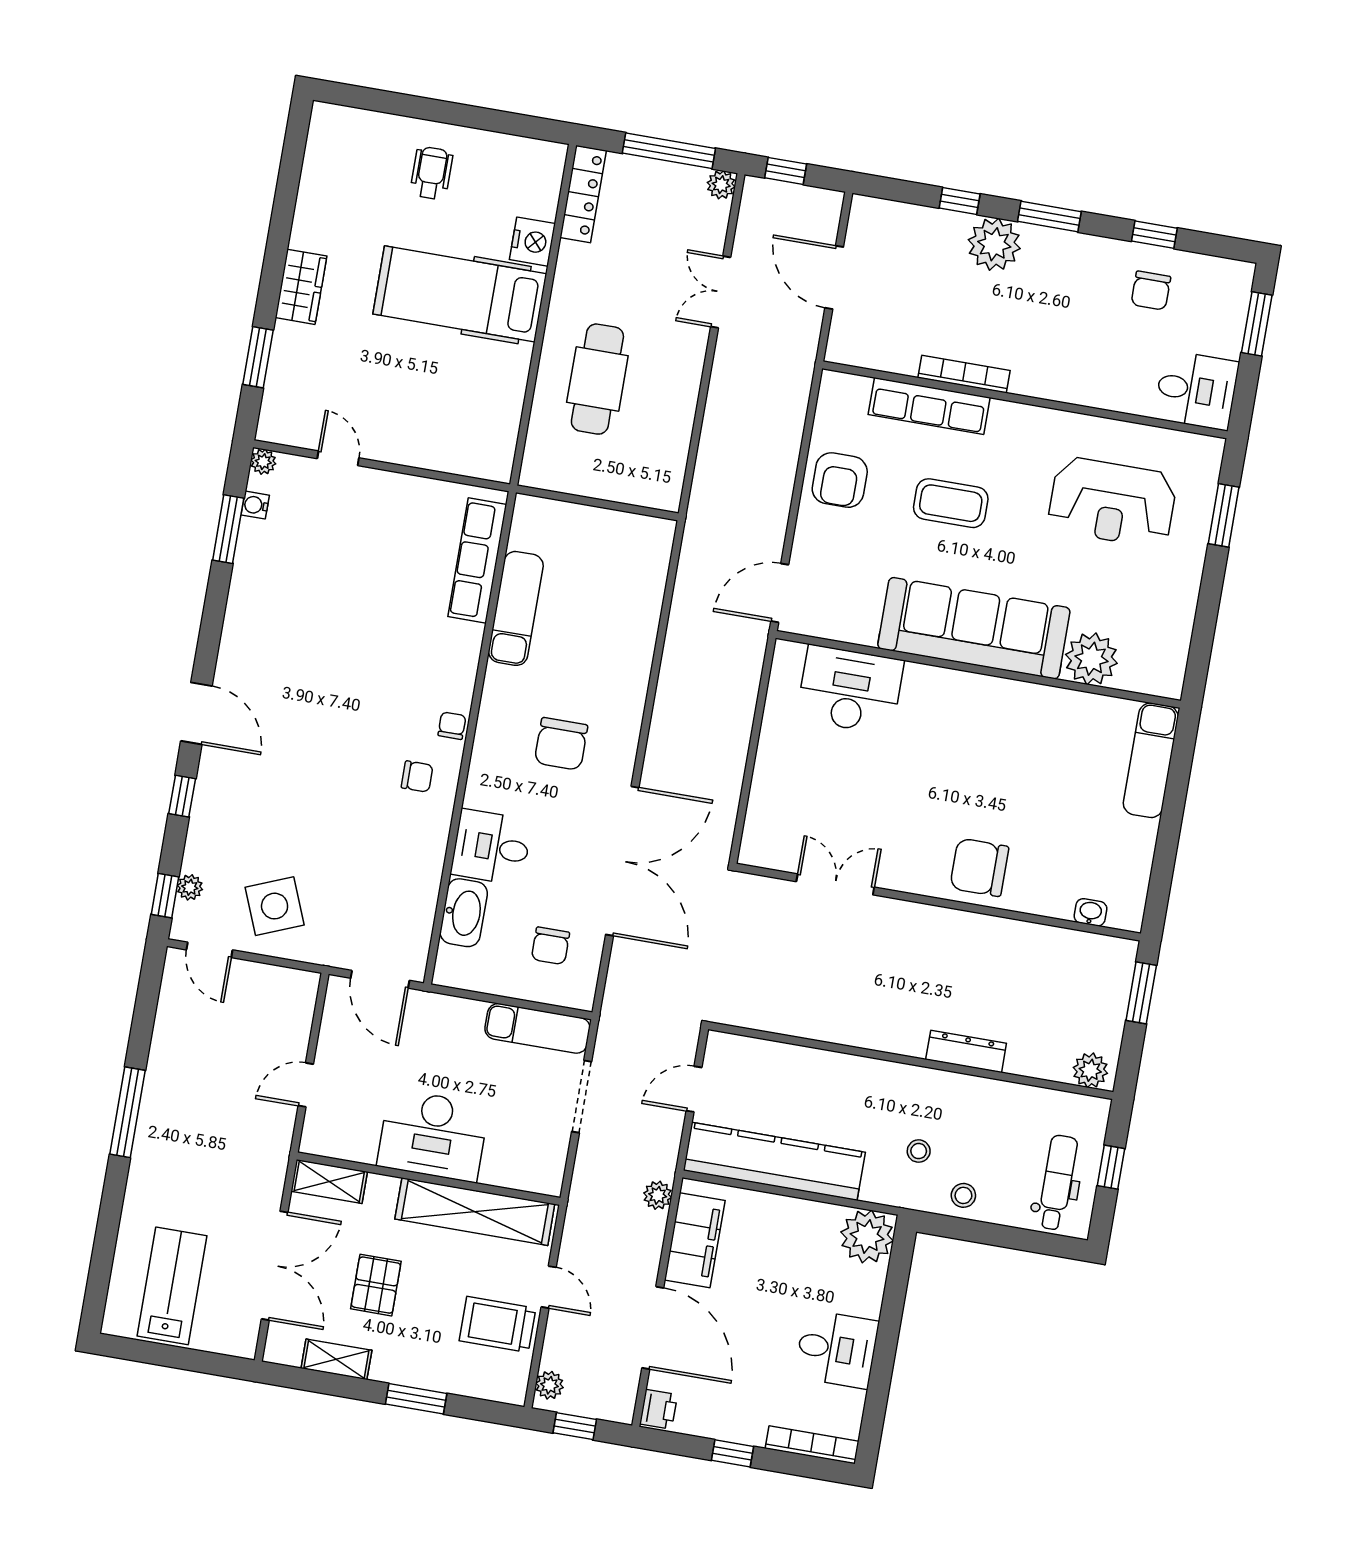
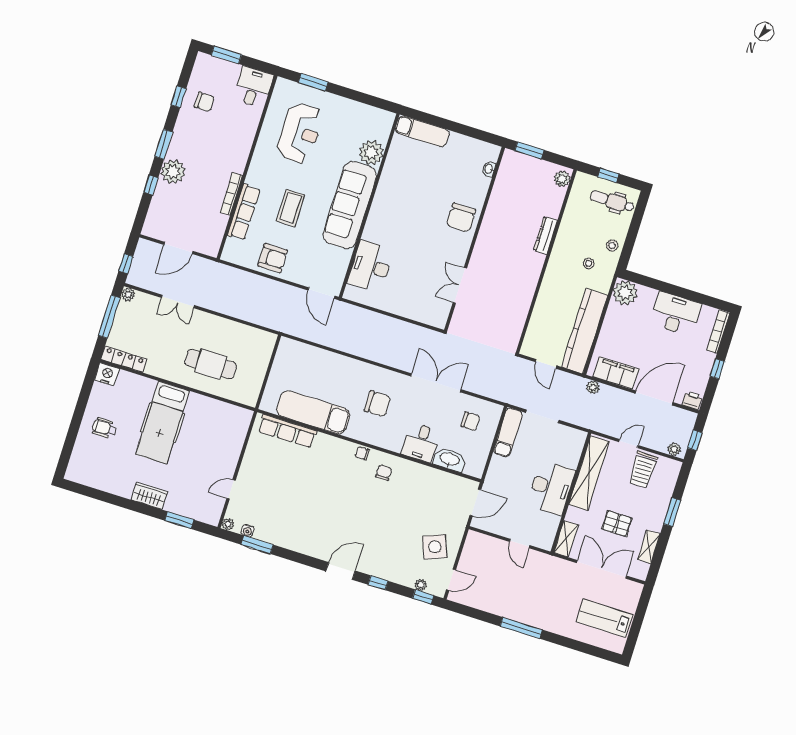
nightstand: (532, 242) -> (107, 374), moved
exam couch: (516, 608) -> (313, 412), width x1.36, depth x1.45
double door: (622, 861) -> (436, 383), width x0.73
desk: (837, 1349) -> (675, 314), width x1.37

